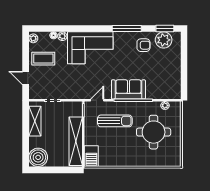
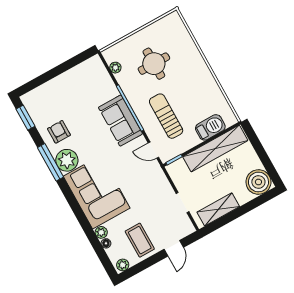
plant: (164, 40) -> (67, 160), moved
round table: (154, 132) -> (154, 64), width x0.73, depth x0.73
barbecue: (91, 156) -> (210, 127), moved

